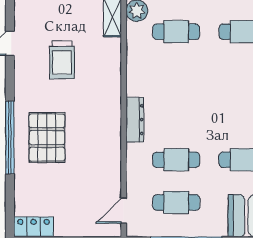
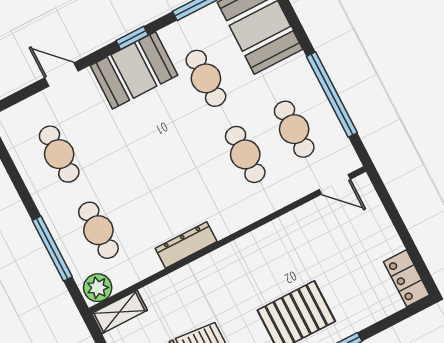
dresser: (135, 120) -> (186, 245), moved

